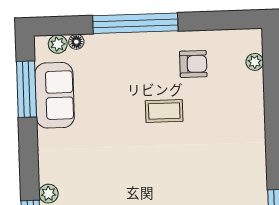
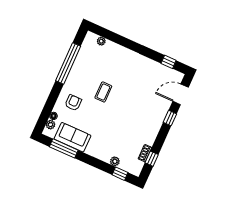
window: (135, 23) -> (68, 63), moved
armchair: (193, 64) -> (73, 103), moved

